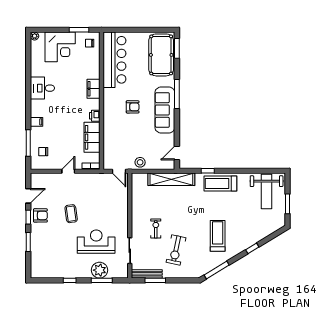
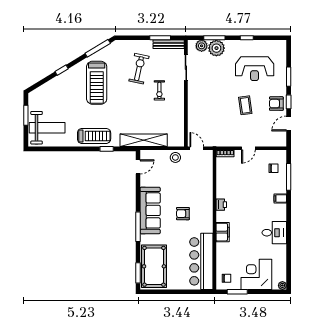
filing cabinet: (92, 137) -> (224, 183), removed
weight bench: (267, 192) -> (47, 128), turned 90
treadmill: (218, 236) -> (97, 83), width x1.37, depth x1.38
reception desk: (96, 242) -> (255, 69), moved
plant: (114, 272) -> (202, 46), added

